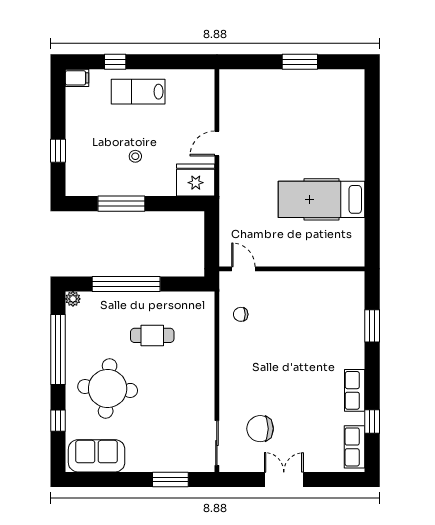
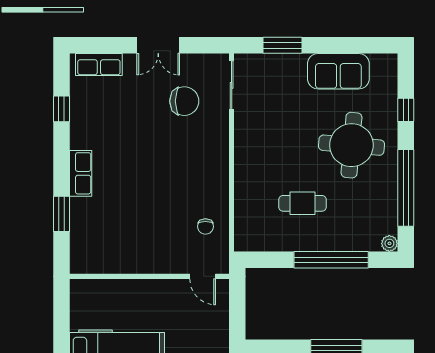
chair: (241, 314) -> (205, 226), turned 90
row of seats: (355, 390) -> (81, 173), moved
row of seats: (355, 447) -> (99, 65), moved, turned 90
sofa: (97, 456) -> (338, 71), moved

